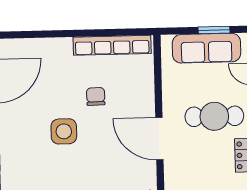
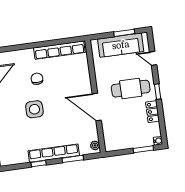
chair: (96, 96) -> (37, 79), moved

